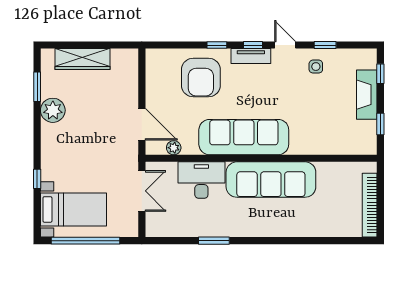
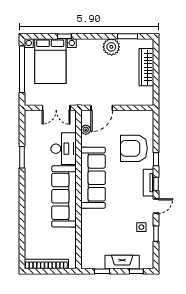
bed with nightstands: (73, 209) -> (50, 61), width x1.36

